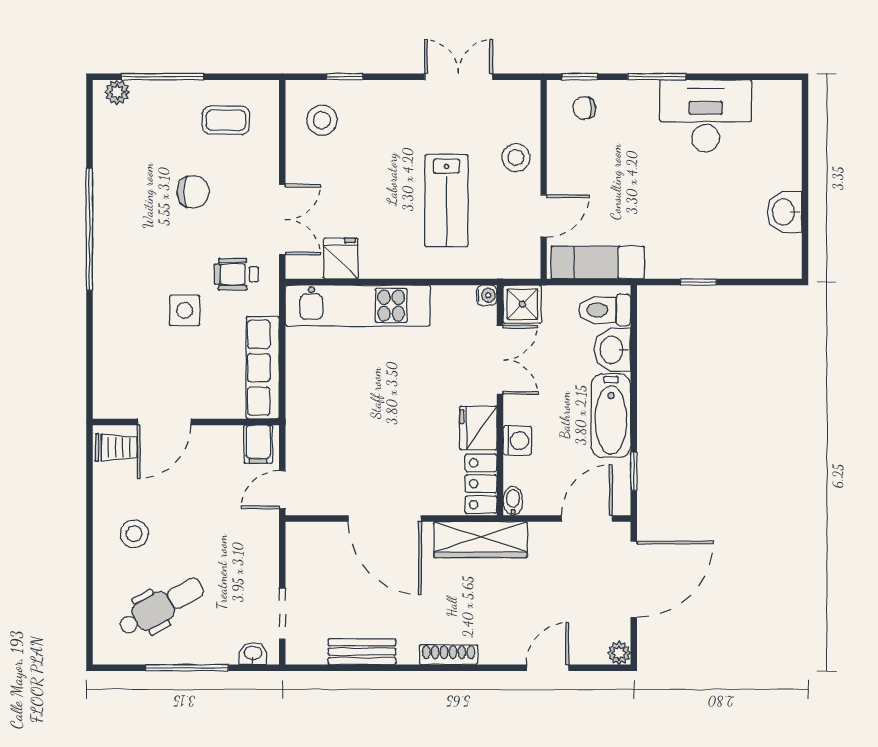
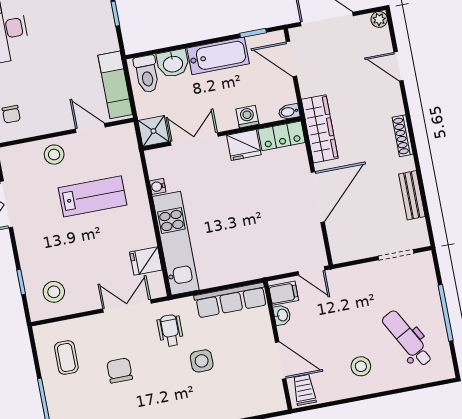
wheelchair: (236, 274) -> (170, 330), turned 180
water cooler: (487, 295) -> (158, 186), moved, turned -90
washbasin: (253, 654) -> (282, 315), moved, turned 180

